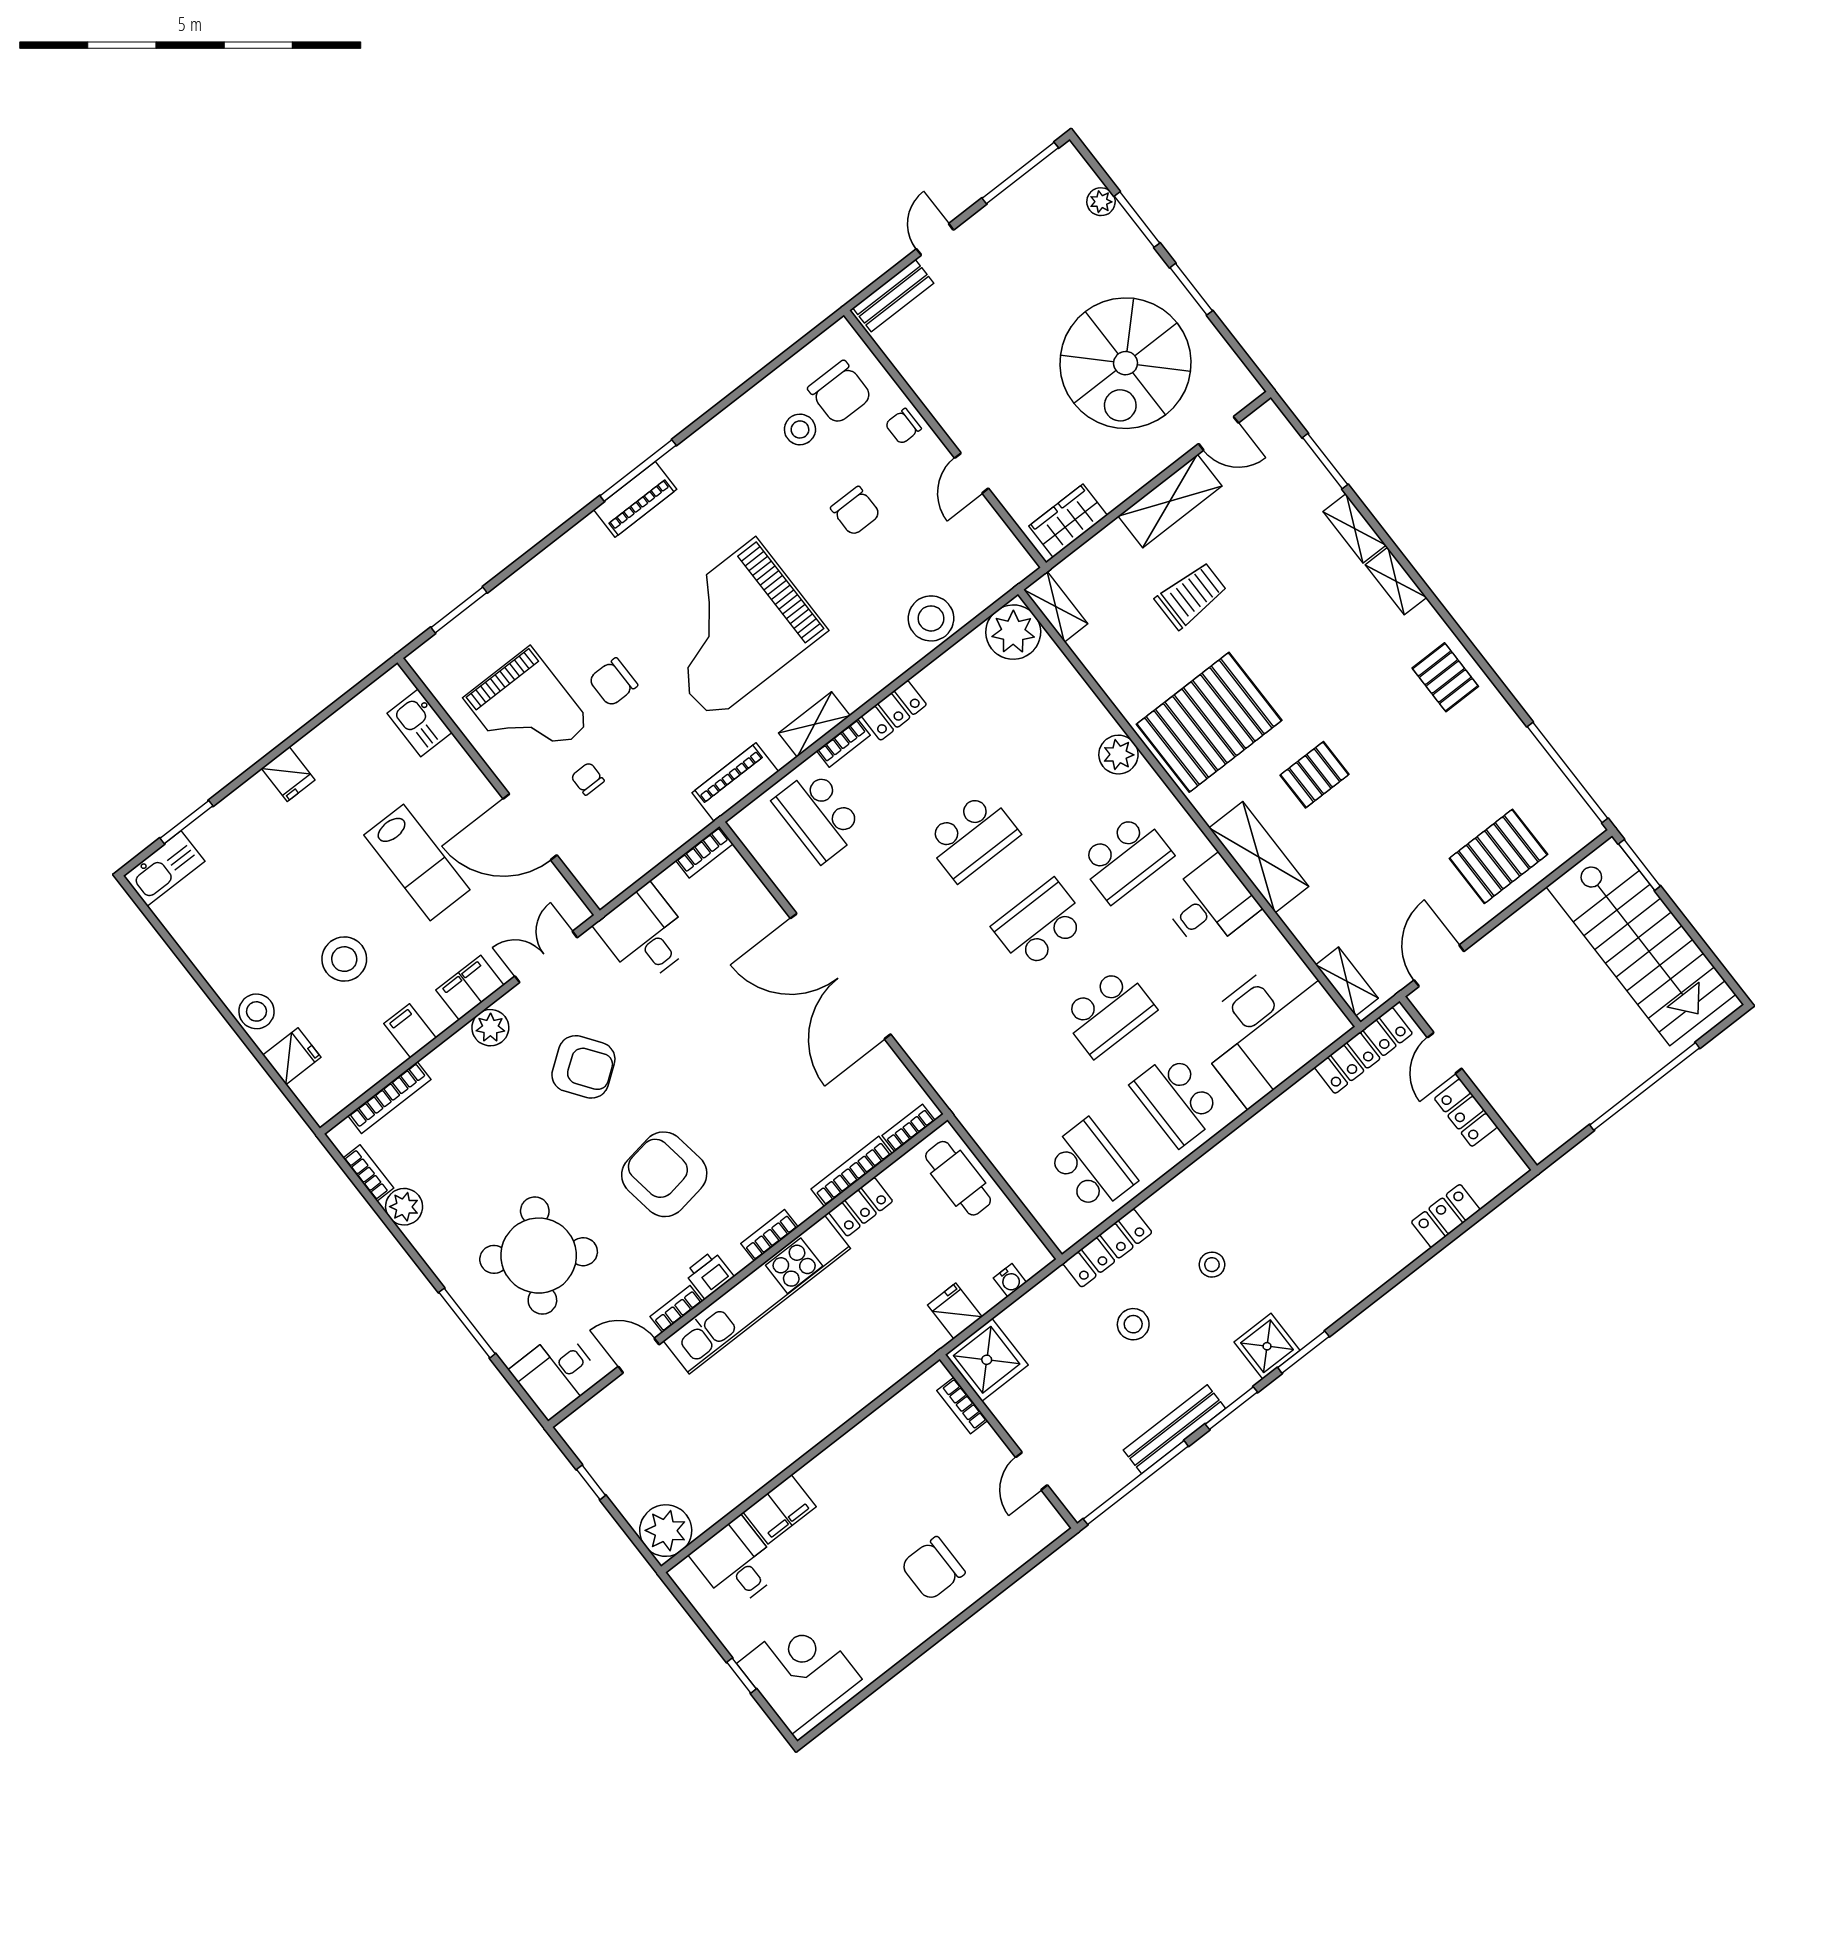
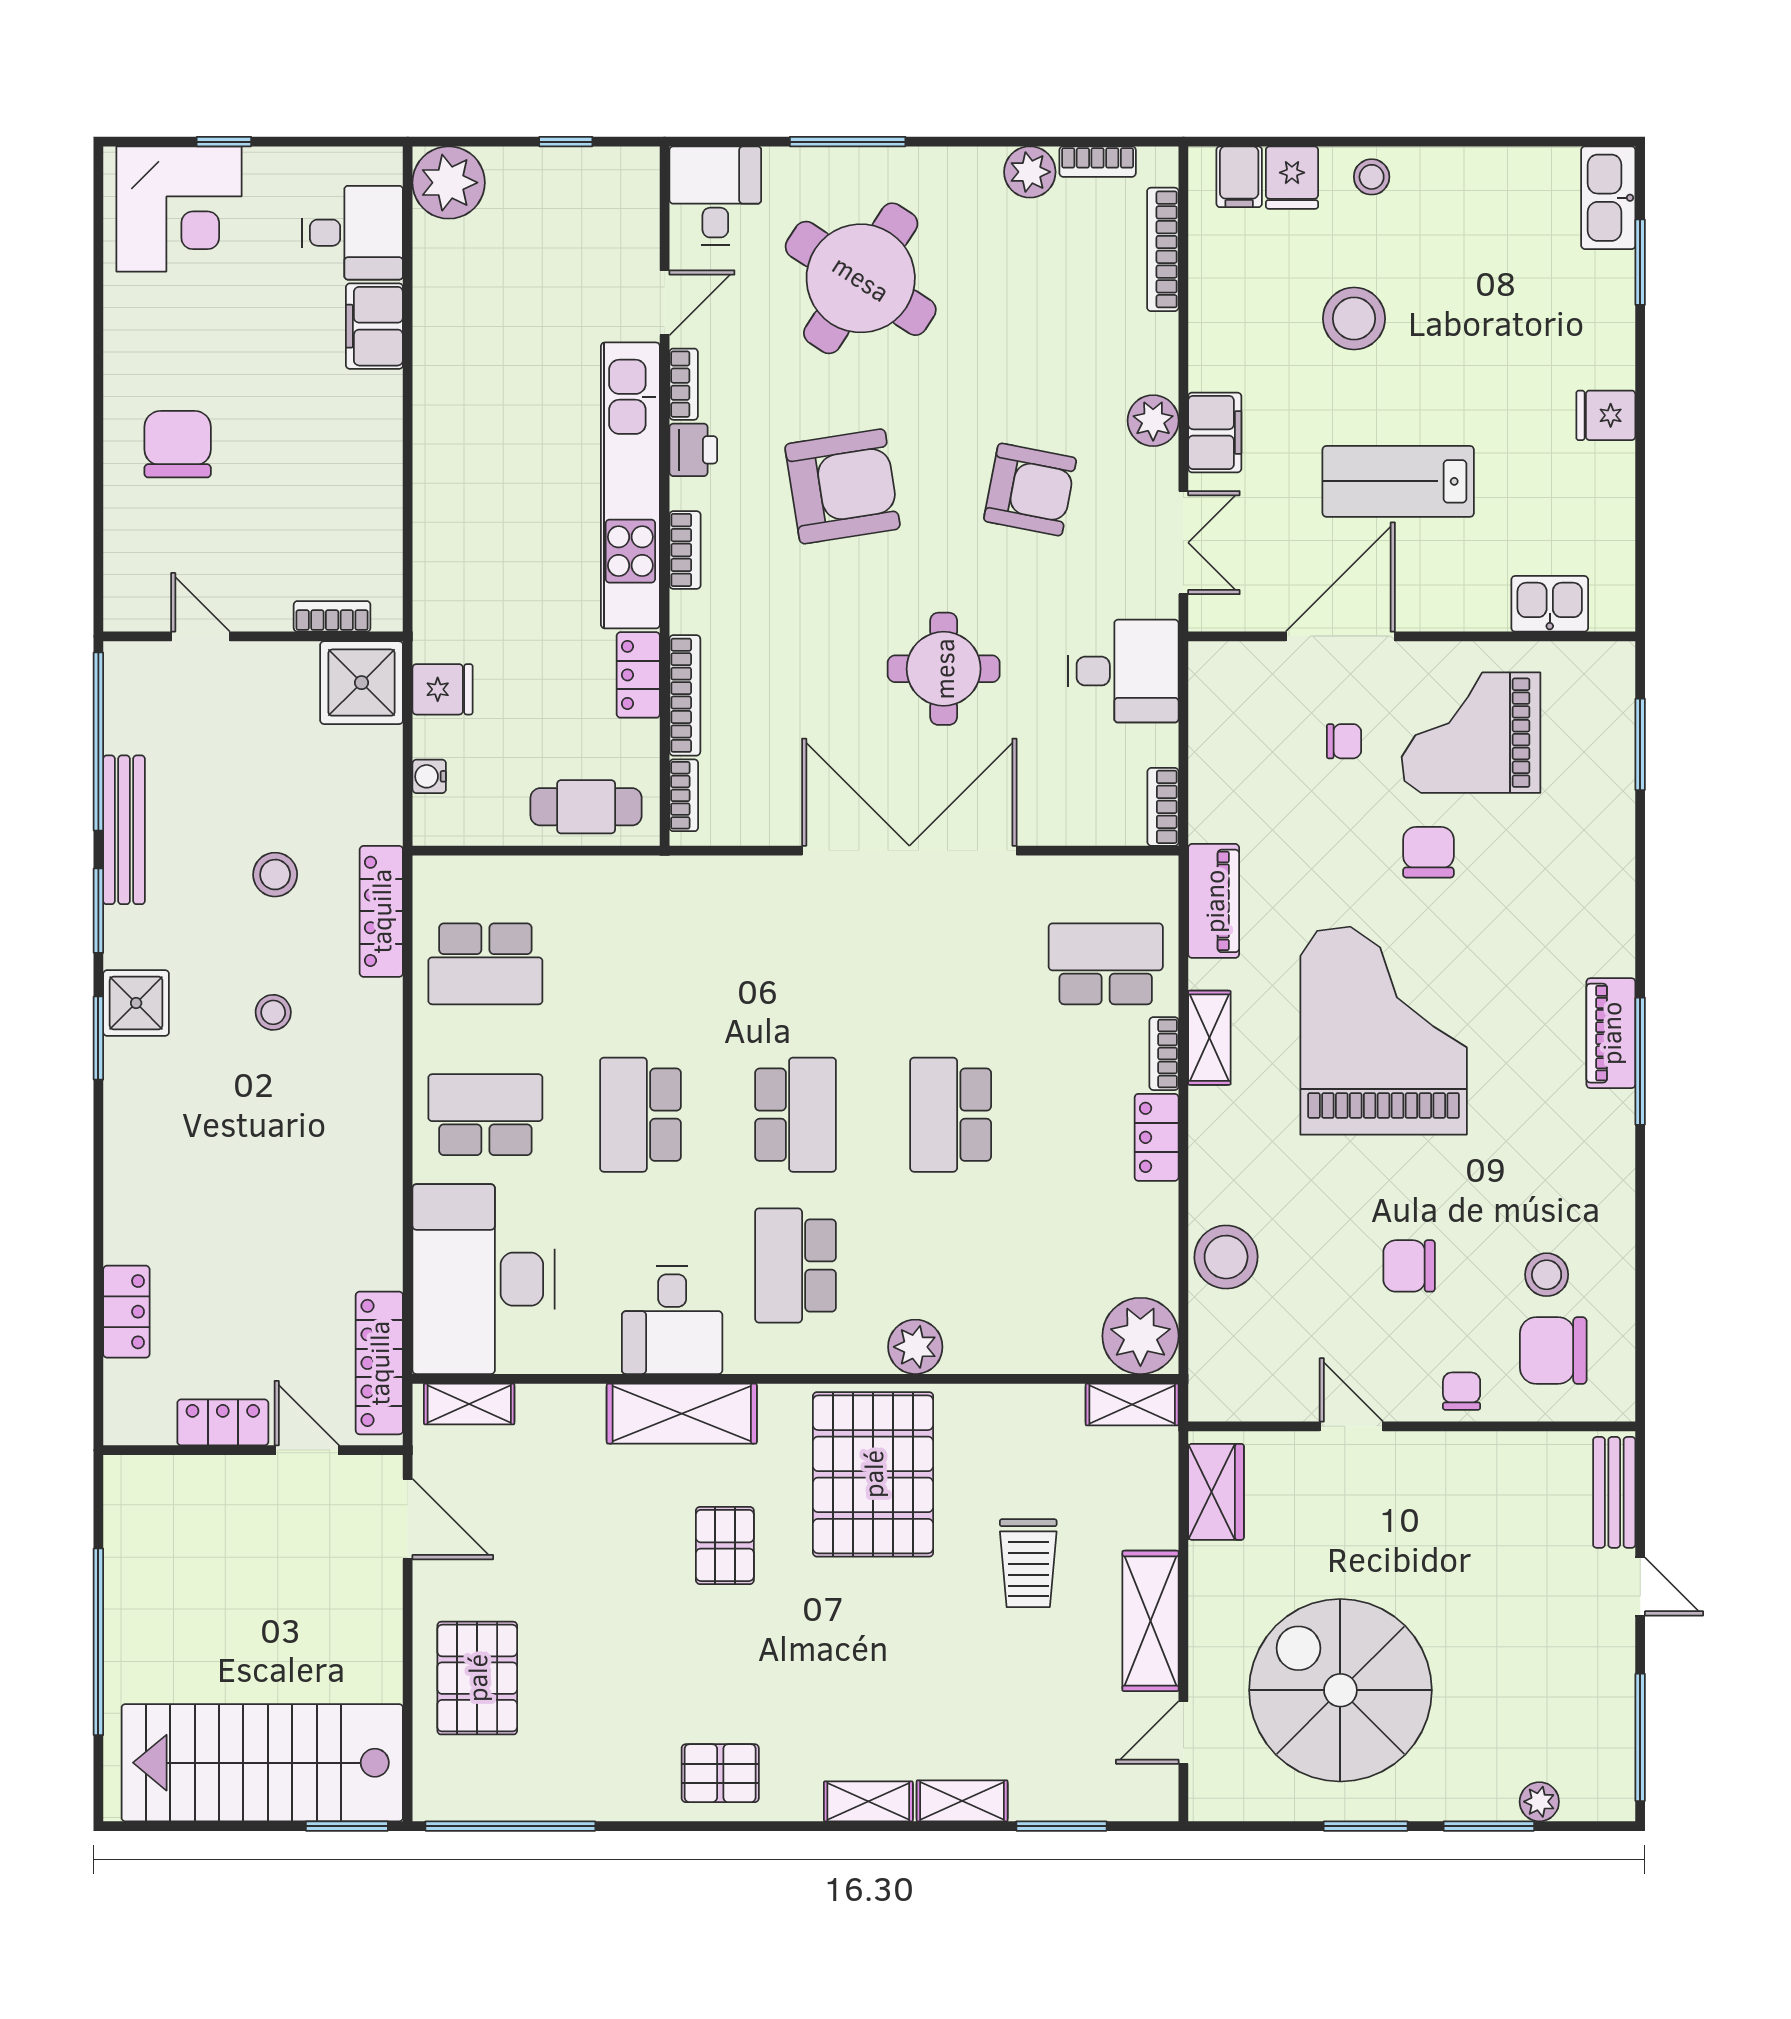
stool: (256, 1011) -> (1372, 177), width x0.73, depth x0.73
filing cabinet: (410, 1031) -> (1239, 177), moved, turned 90
round table: (723, 1037) -> (944, 669), added
armchair: (583, 1067) -> (1030, 490), turned -133

